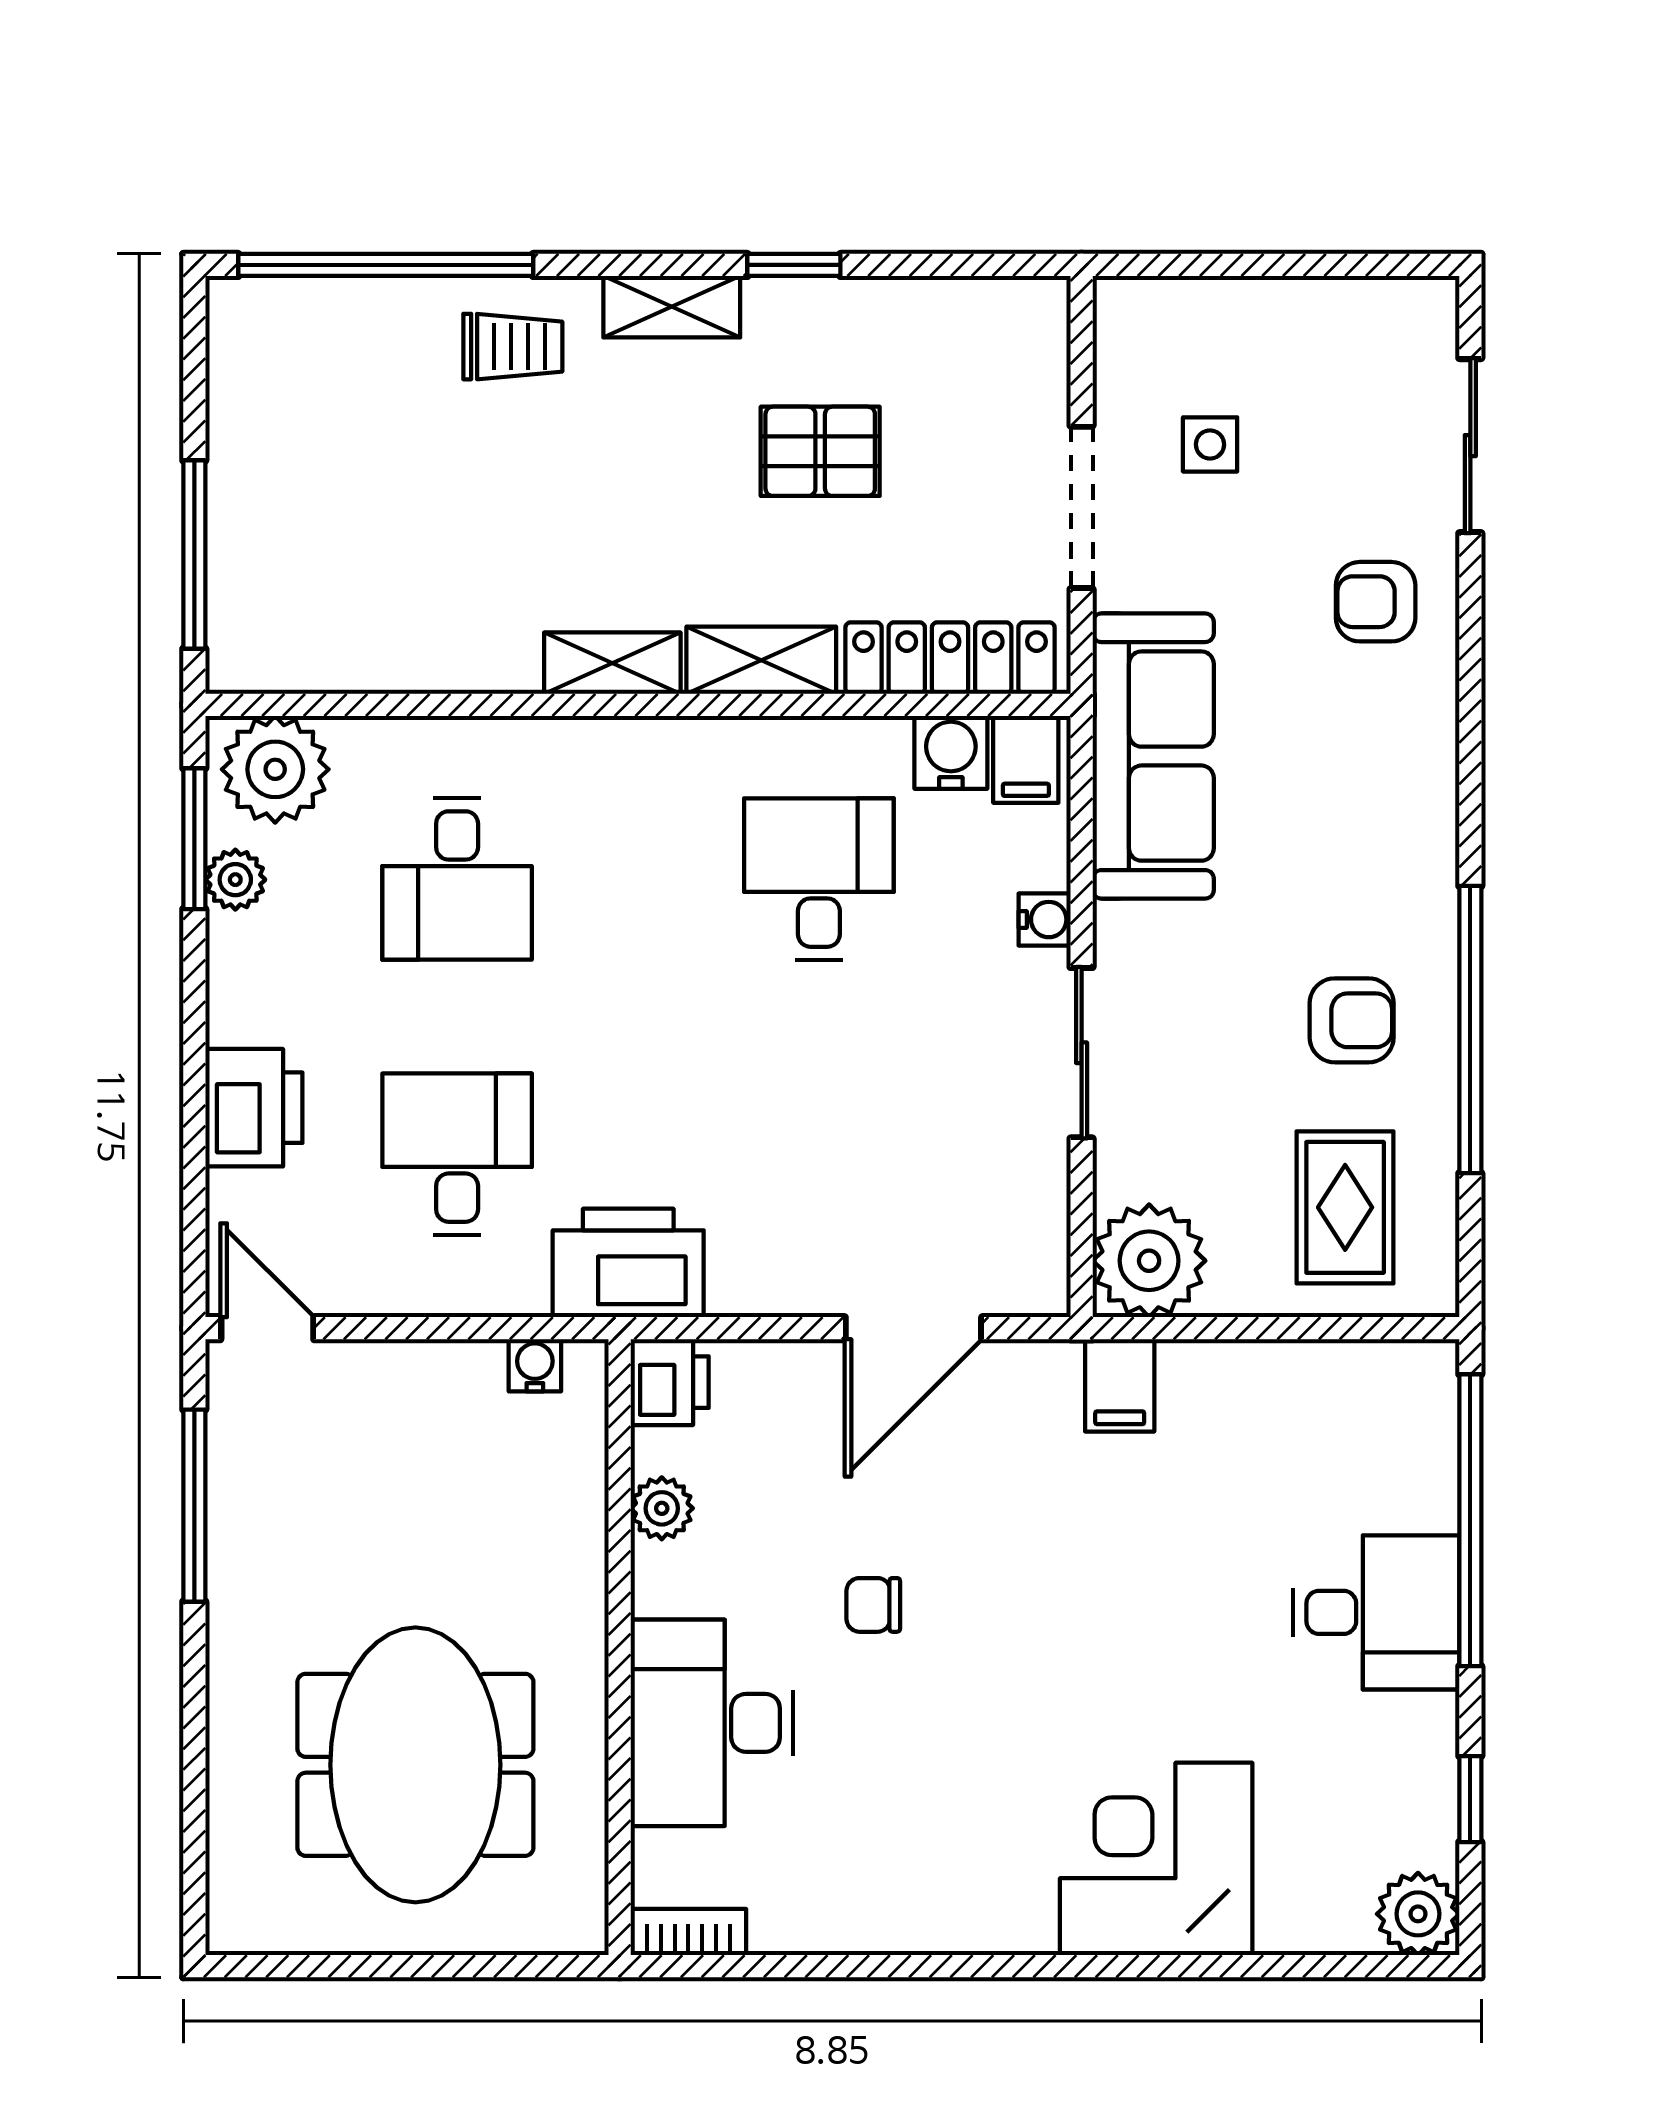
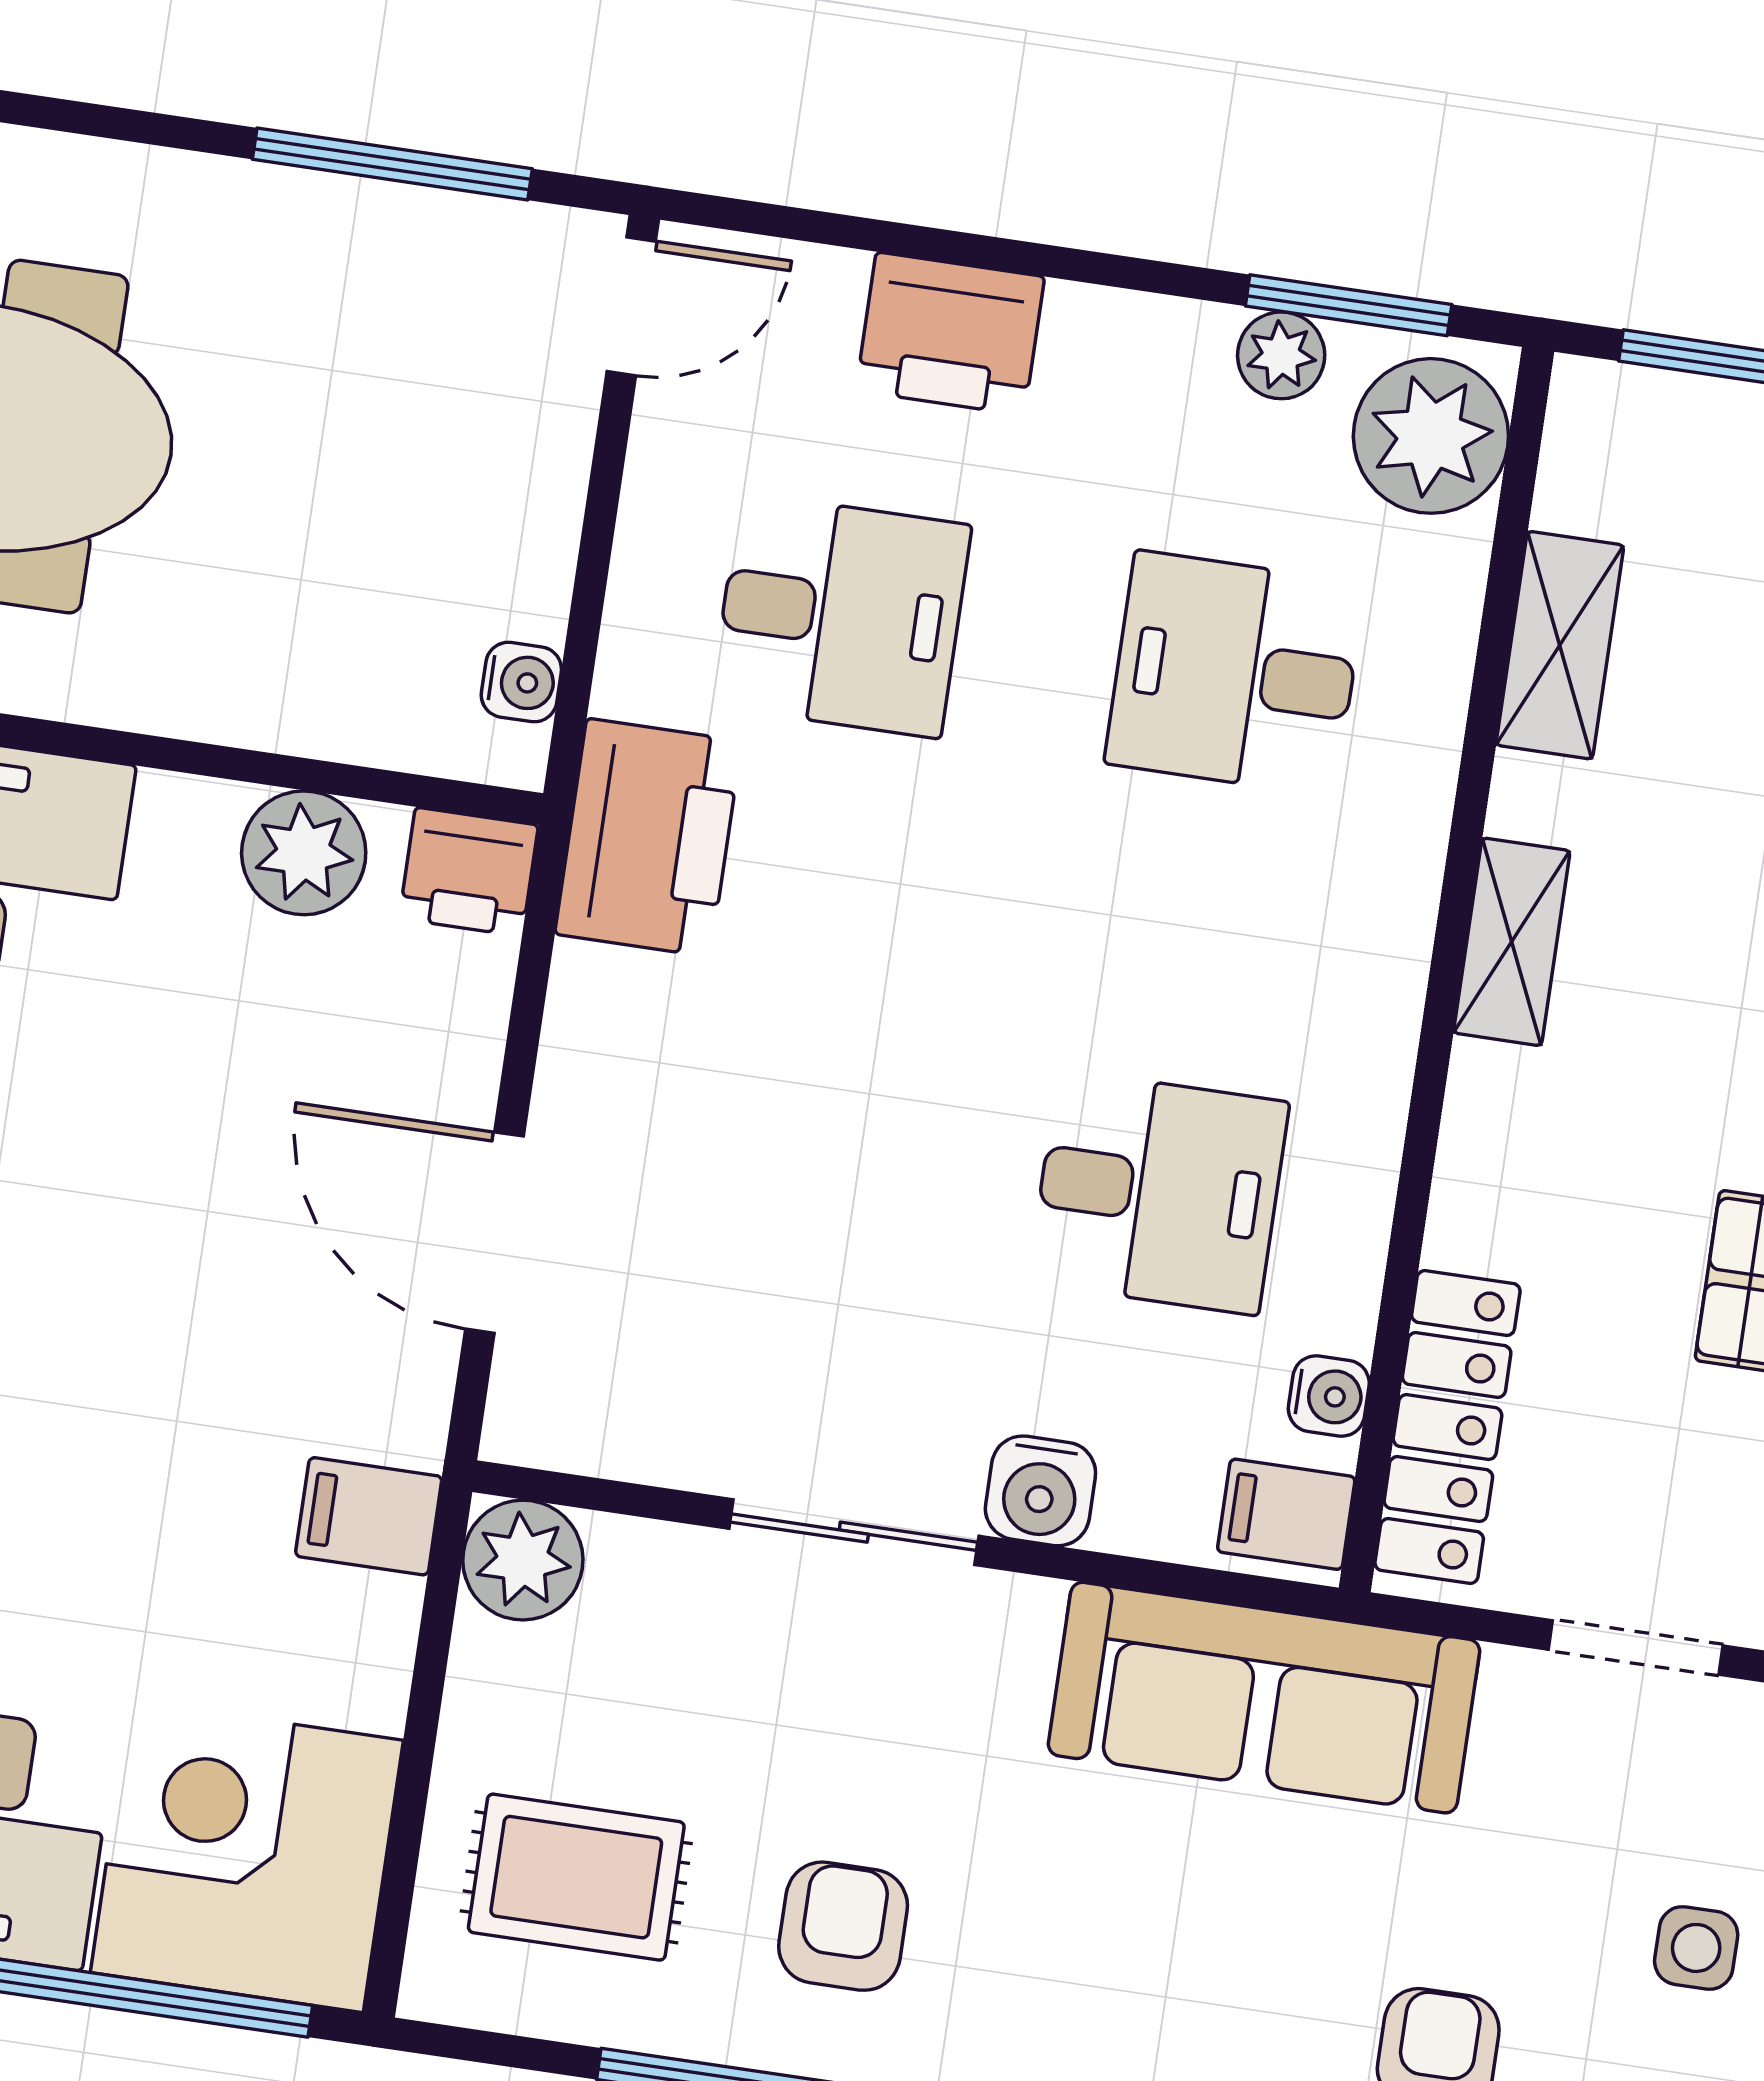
side table: (1210, 444) -> (1696, 1948), moved
doorway: (1082, 507) -> (1636, 1648), width x0.73
shelving: (761, 660) -> (1560, 645), moved
water cooler: (951, 752) -> (1329, 1396), width x0.72, depth x0.72
water cooler: (1045, 920) -> (1040, 1491), width x1.38, depth x1.38
armchair: (1352, 1020) -> (843, 1926), turned 180
plant: (1149, 1261) -> (523, 1560), width x0.73, depth x0.73
corner desk: (1364, 1434) -> (247, 1856), added
plant: (662, 1508) -> (304, 853), width x1.38, depth x1.38
chair: (873, 1605) -> (106, 1116), removed

